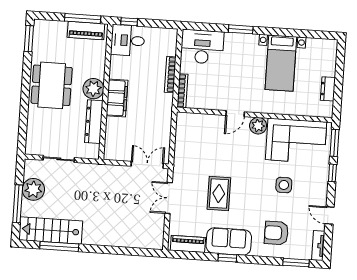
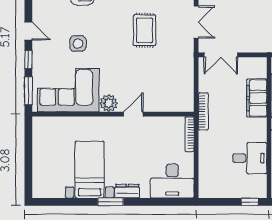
window: (241, 29) -> (111, 202), moved
desk: (128, 40) -> (250, 158), moved
bookcase: (170, 75) -> (203, 111), moved
dresser: (328, 89) -> (127, 191), moved, turned -90
filing cabinet: (117, 98) -> (257, 98), moved
door: (330, 215) -> (28, 31), moved

